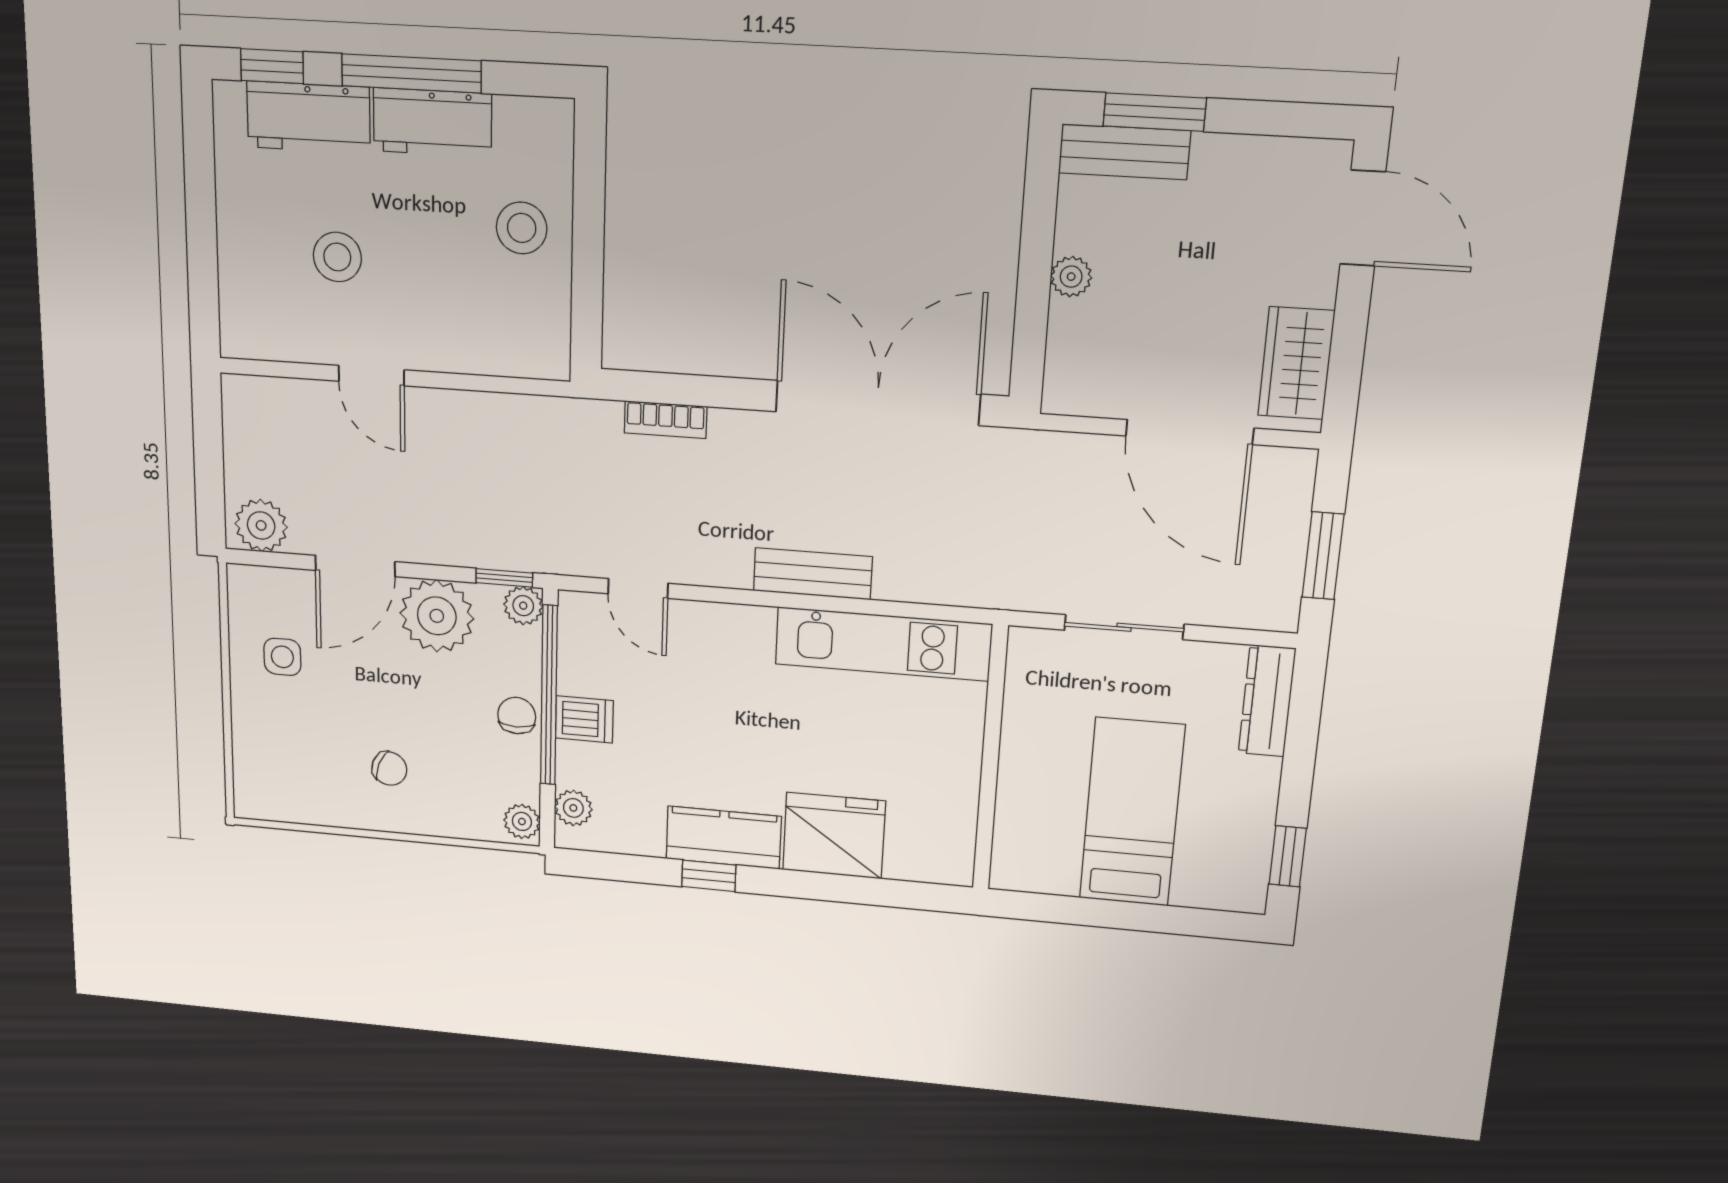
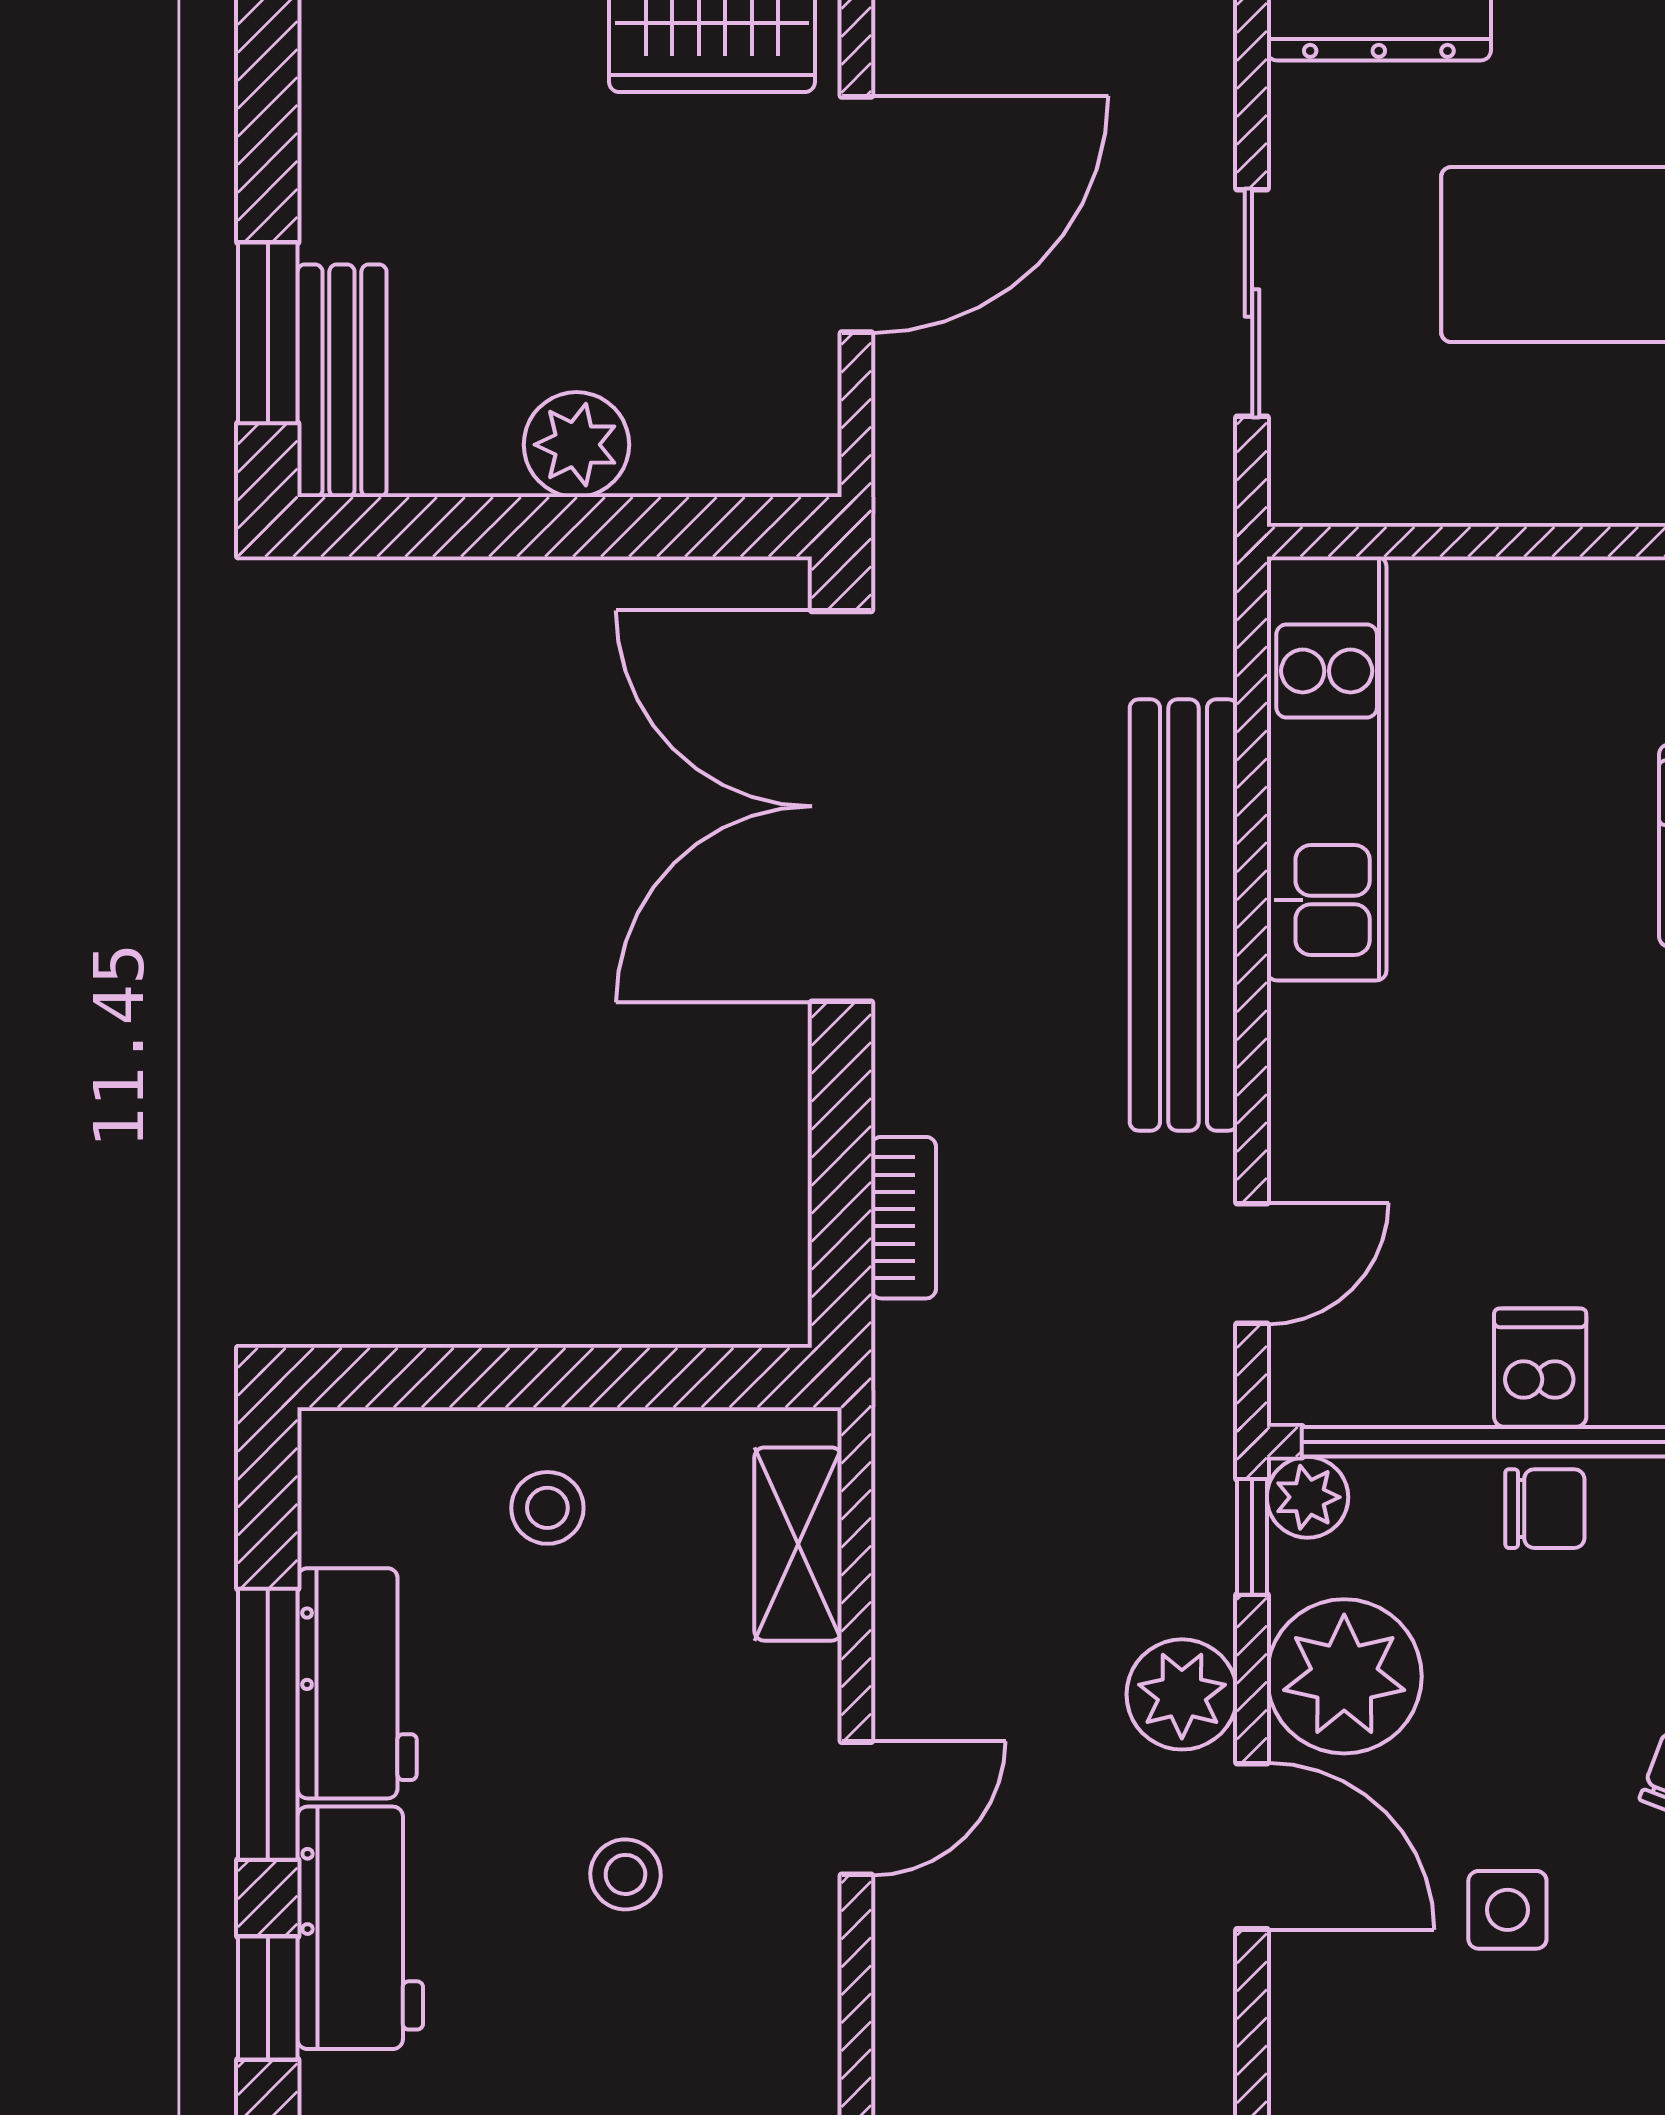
stool: (522, 228) -> (547, 1508), width x0.73, depth x0.73
stool: (337, 257) -> (625, 1874), width x0.73, depth x0.73
plant: (1071, 277) -> (576, 445), width x1.38, depth x1.38
shelving: (502, 355) -> (798, 1544), added
plant: (261, 525) -> (1182, 1694), moved
bench: (813, 574) -> (1183, 915), width x1.86, depth x1.21
side table: (282, 657) -> (1507, 1910), moved
chair: (517, 716) -> (1545, 1509), turned 180

